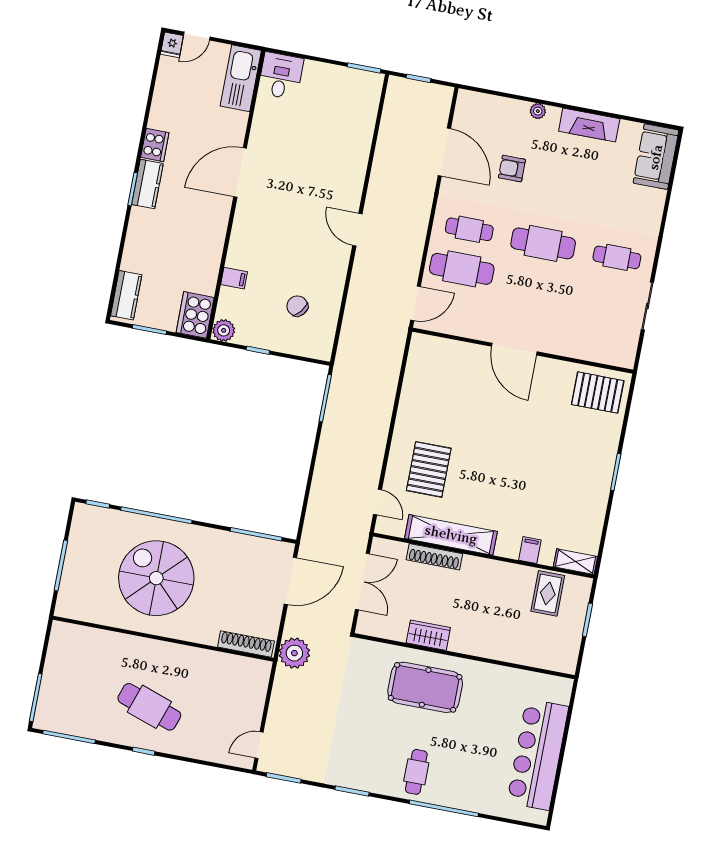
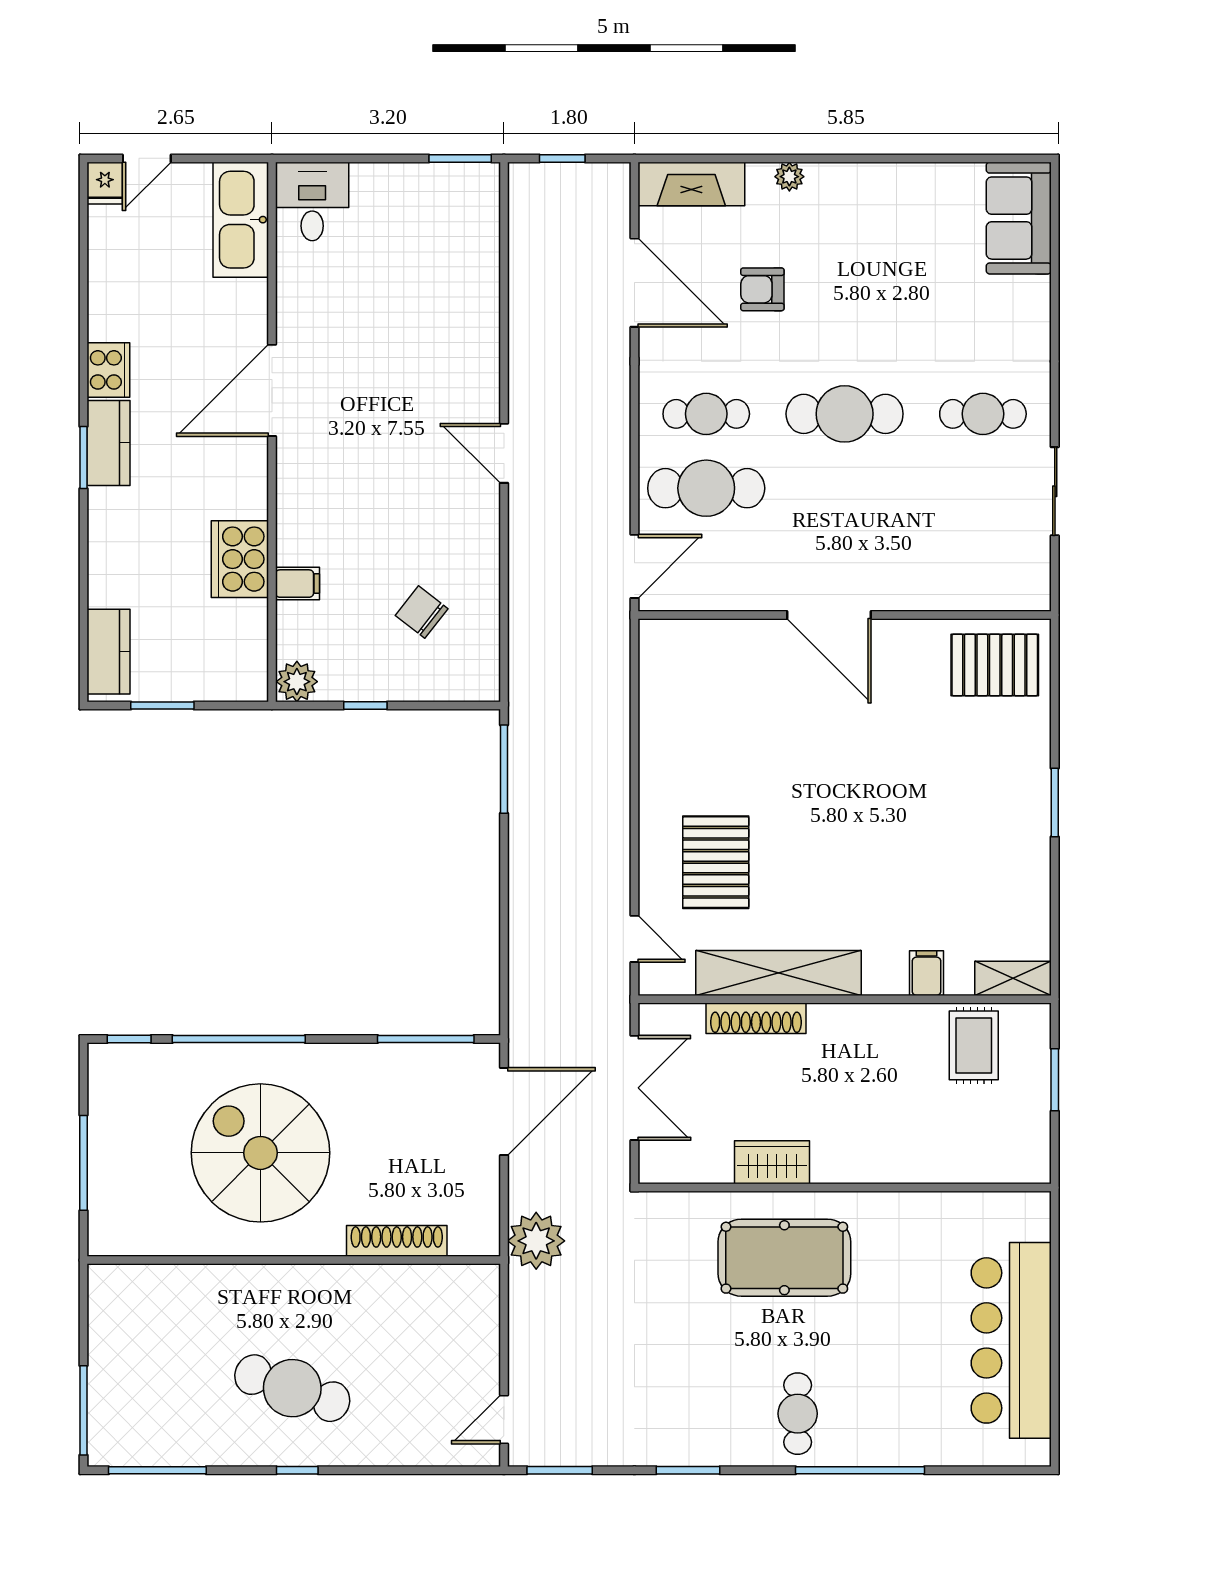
fireplace: (589, 125) -> (691, 184), moved
cooker: (195, 315) -> (240, 559), moved
shoe rack: (246, 644) -> (397, 1241), moved

